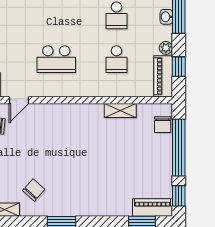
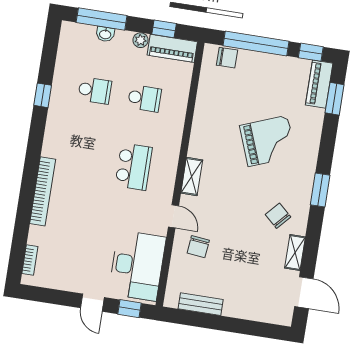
shelving: (120, 111) -> (192, 176), moved
grand piano: (97, 171) -> (268, 141), added

